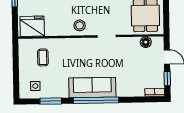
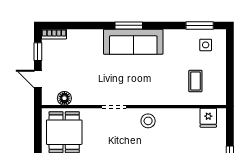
fridge: (32, 26) -> (208, 118), width x0.53, depth x0.75
window: (96, 100) -> (129, 25), width x0.47
window: (51, 101) -> (200, 25), moved

